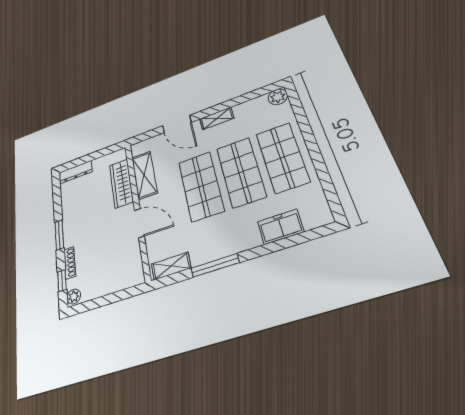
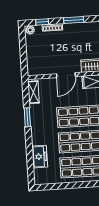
window: (215, 265) -> (27, 117), width x0.69

